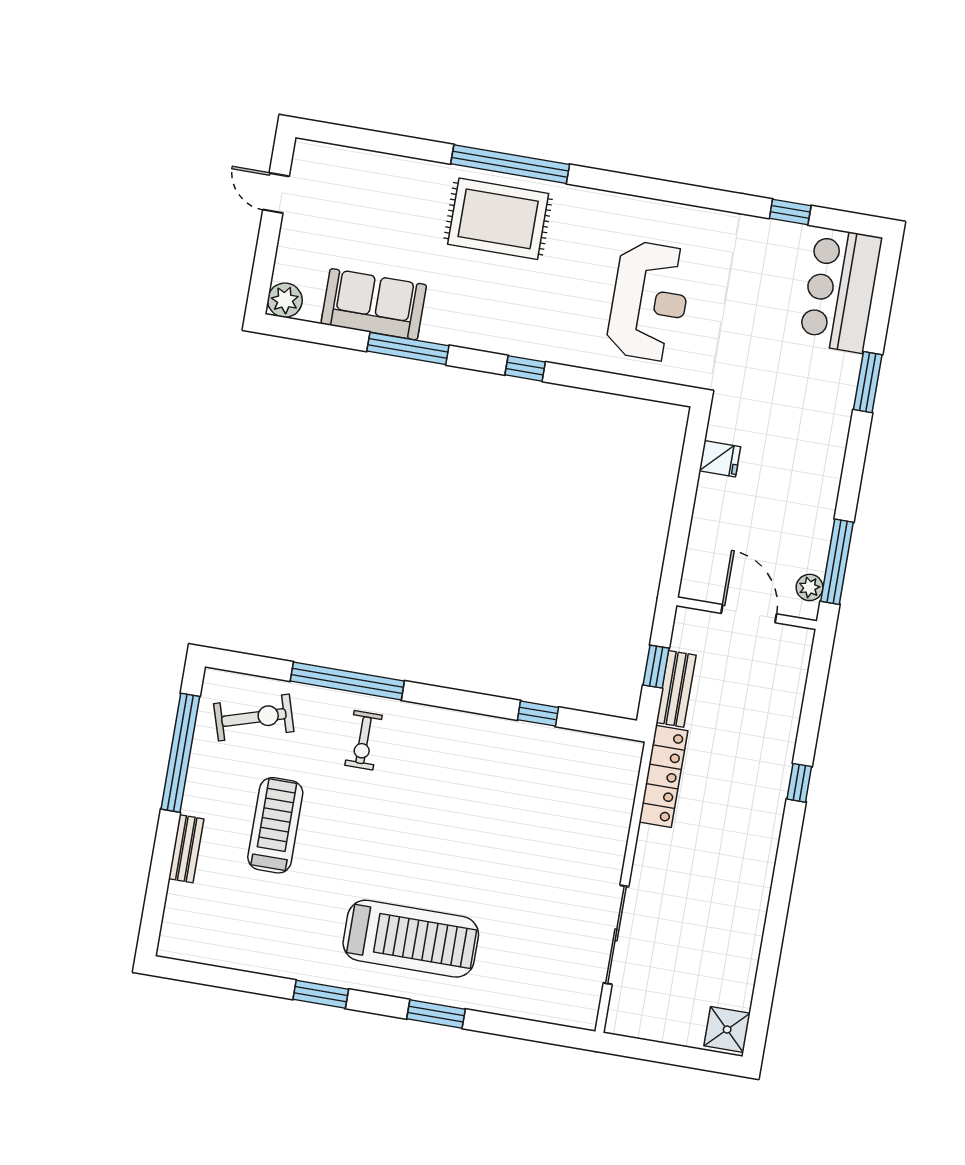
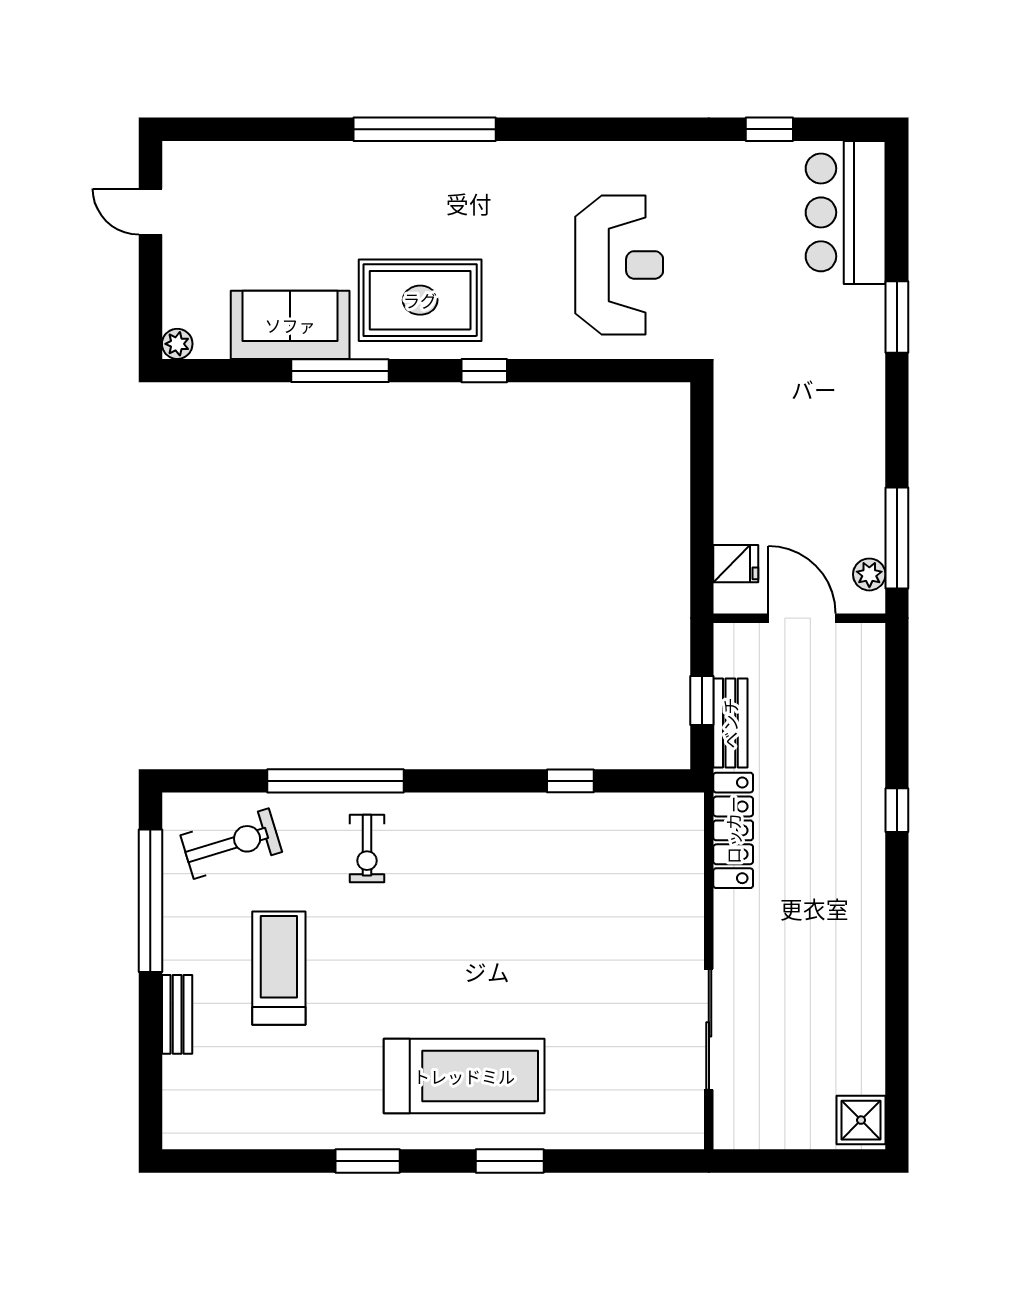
rug: (498, 219) -> (420, 300), moved
plant: (285, 300) -> (177, 344), width x0.73, depth x0.73
fridge: (720, 459) -> (736, 564), moved

